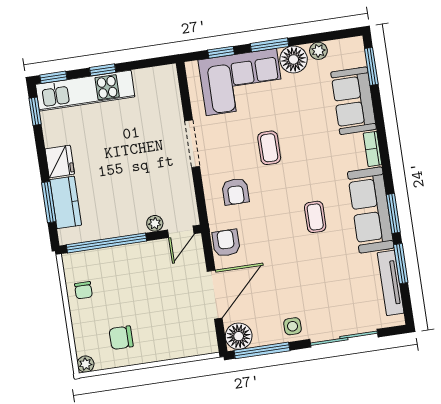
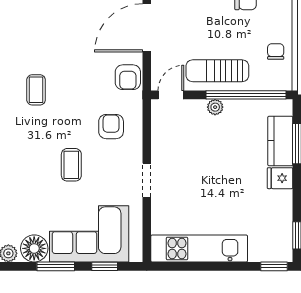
window: (103, 70) -> (224, 266), removed
kitchen unit: (85, 91) -> (199, 248), moved
doorway: (192, 144) -> (147, 180), width x0.73
fridge: (60, 161) -> (280, 178), width x0.72
plant: (155, 223) -> (215, 107), moved
sun lounger: (138, 263) -> (217, 71), added

